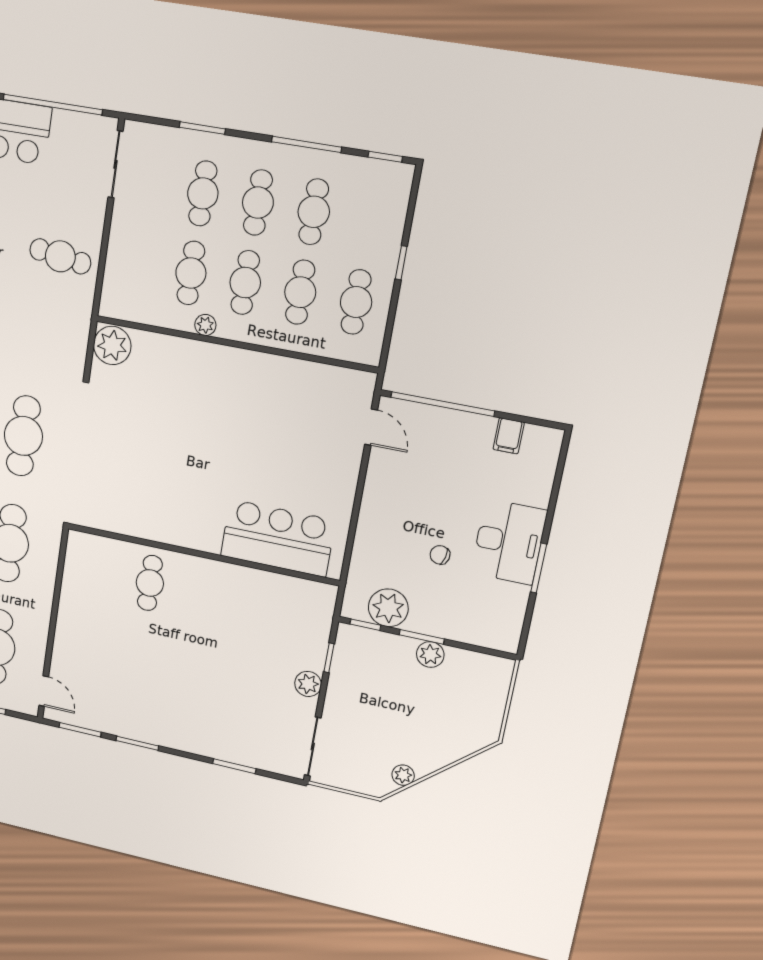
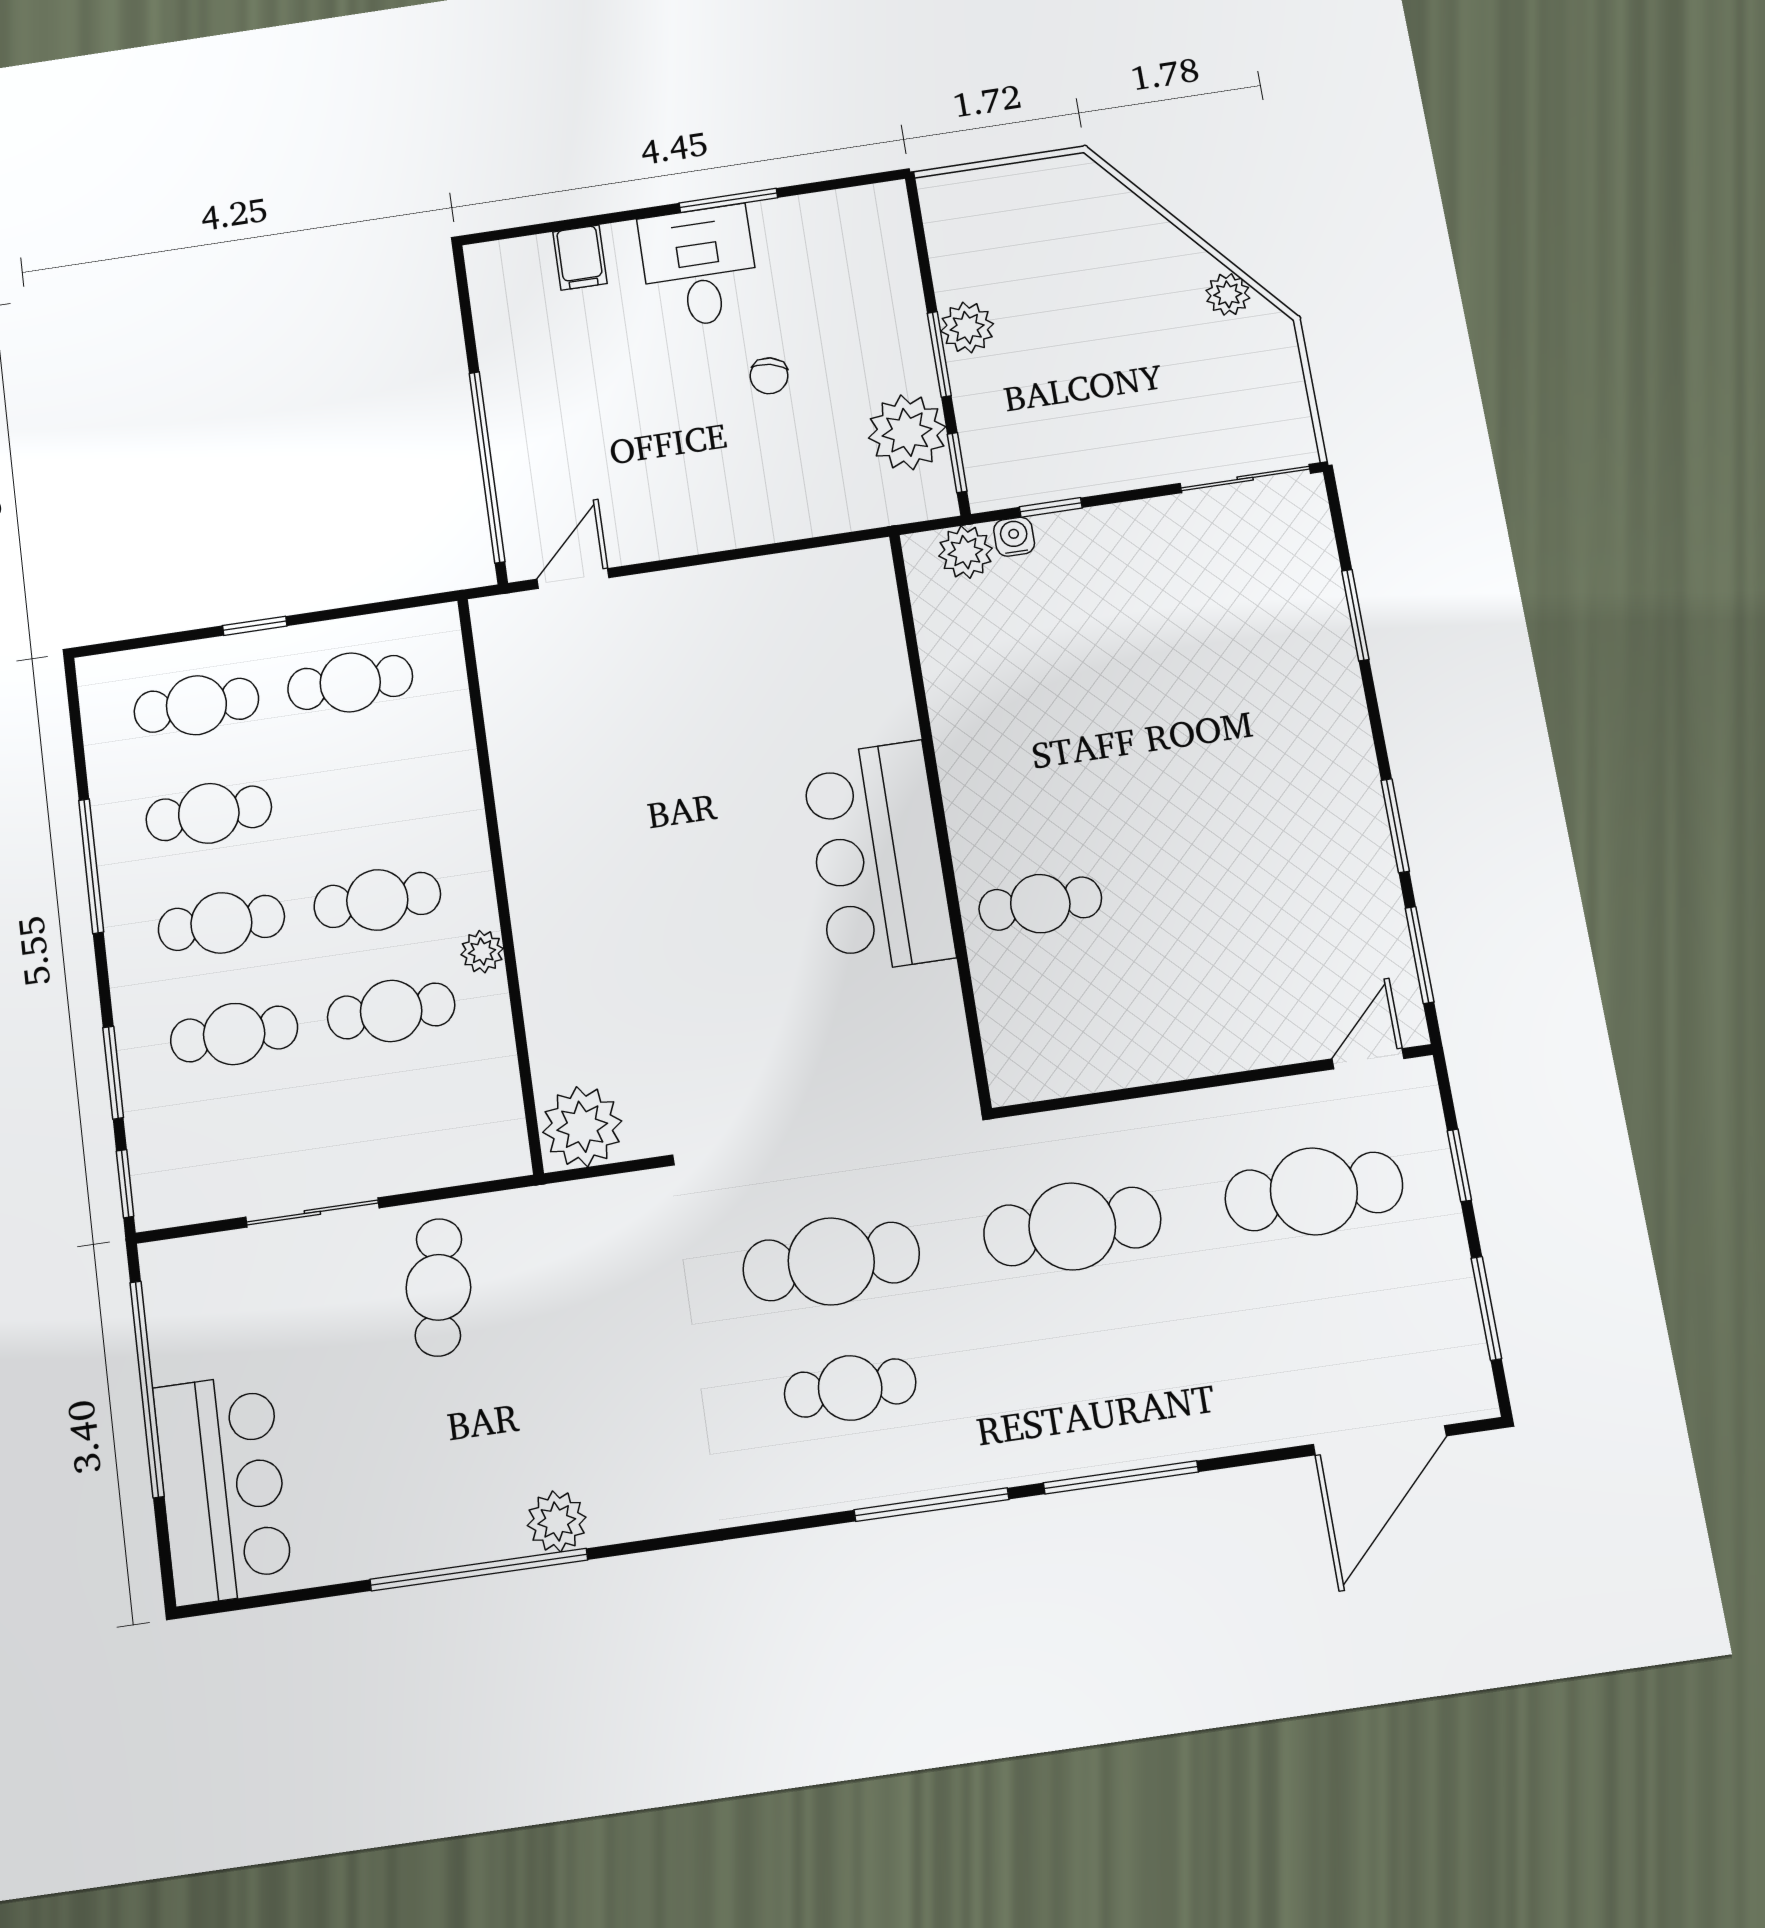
window: (385, 157) -> (125, 1184), moved
sliding door: (116, 164) -> (312, 1213), moved
cafe table: (300, 292) -> (196, 705), moved
filing cabinet: (509, 436) -> (580, 258), moved, turned 90
bar counter: (278, 538) -> (878, 857), moved
desk: (509, 542) -> (699, 267), width x0.73
water cooler: (321, 636) -> (1014, 537), added
plant: (308, 684) -> (965, 552), moved

